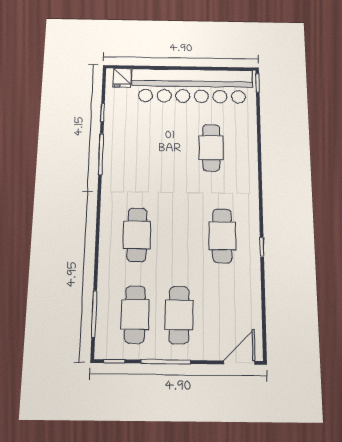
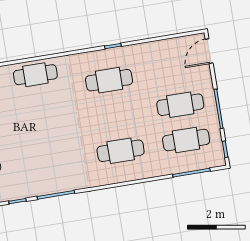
cafe table: (211, 148) -> (35, 75), moved
door: (239, 363) -> (209, 51), hinge flipped

